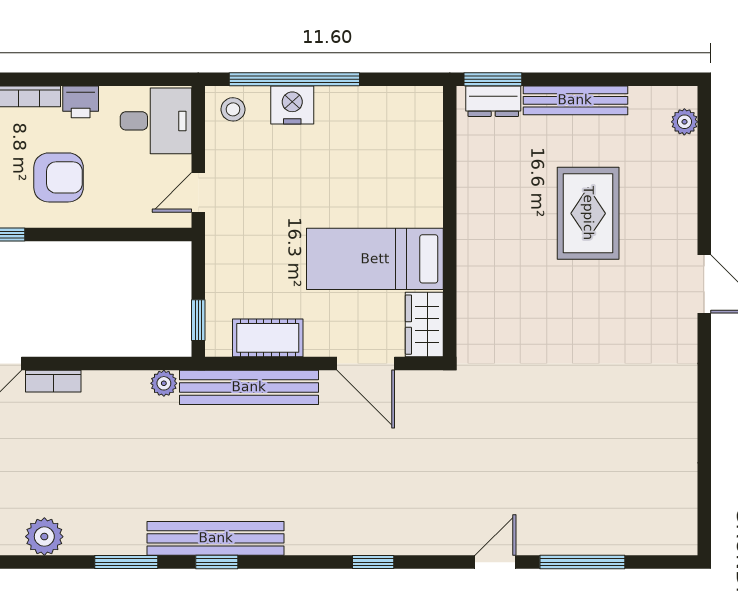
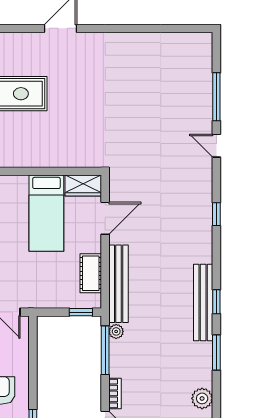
window: (130, 364) -> (105, 350), added

